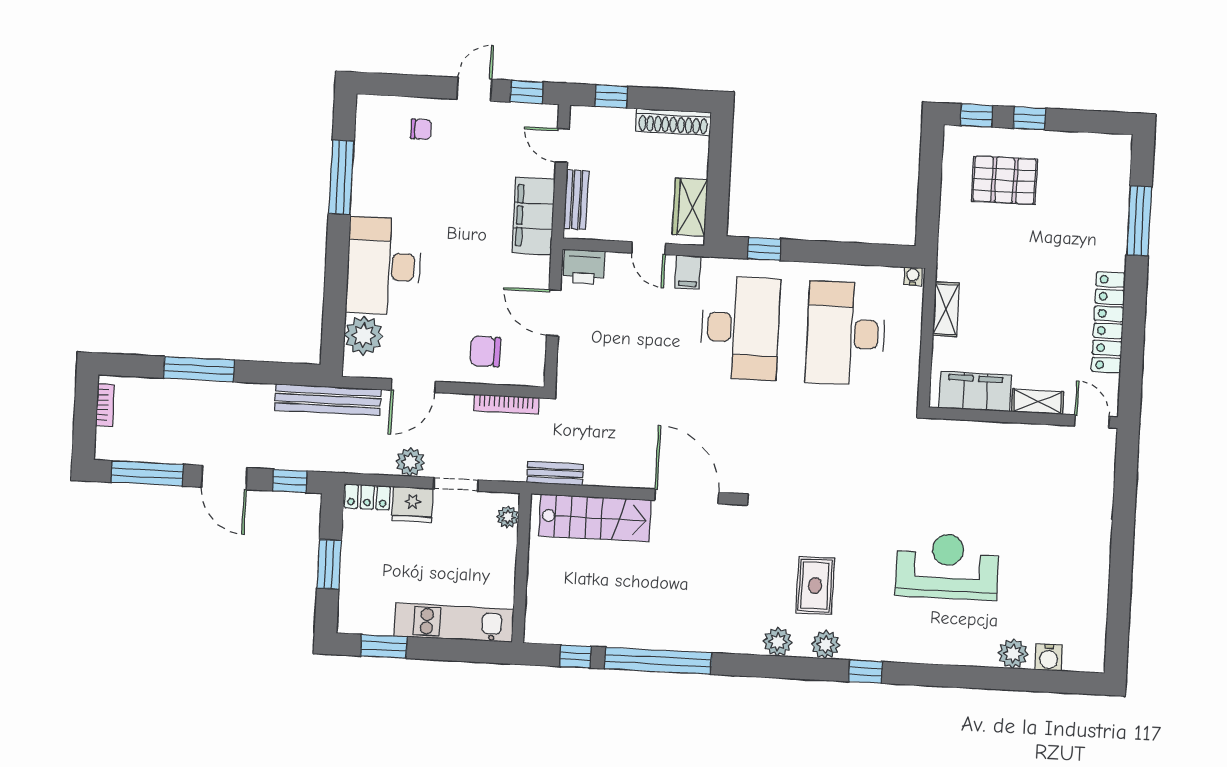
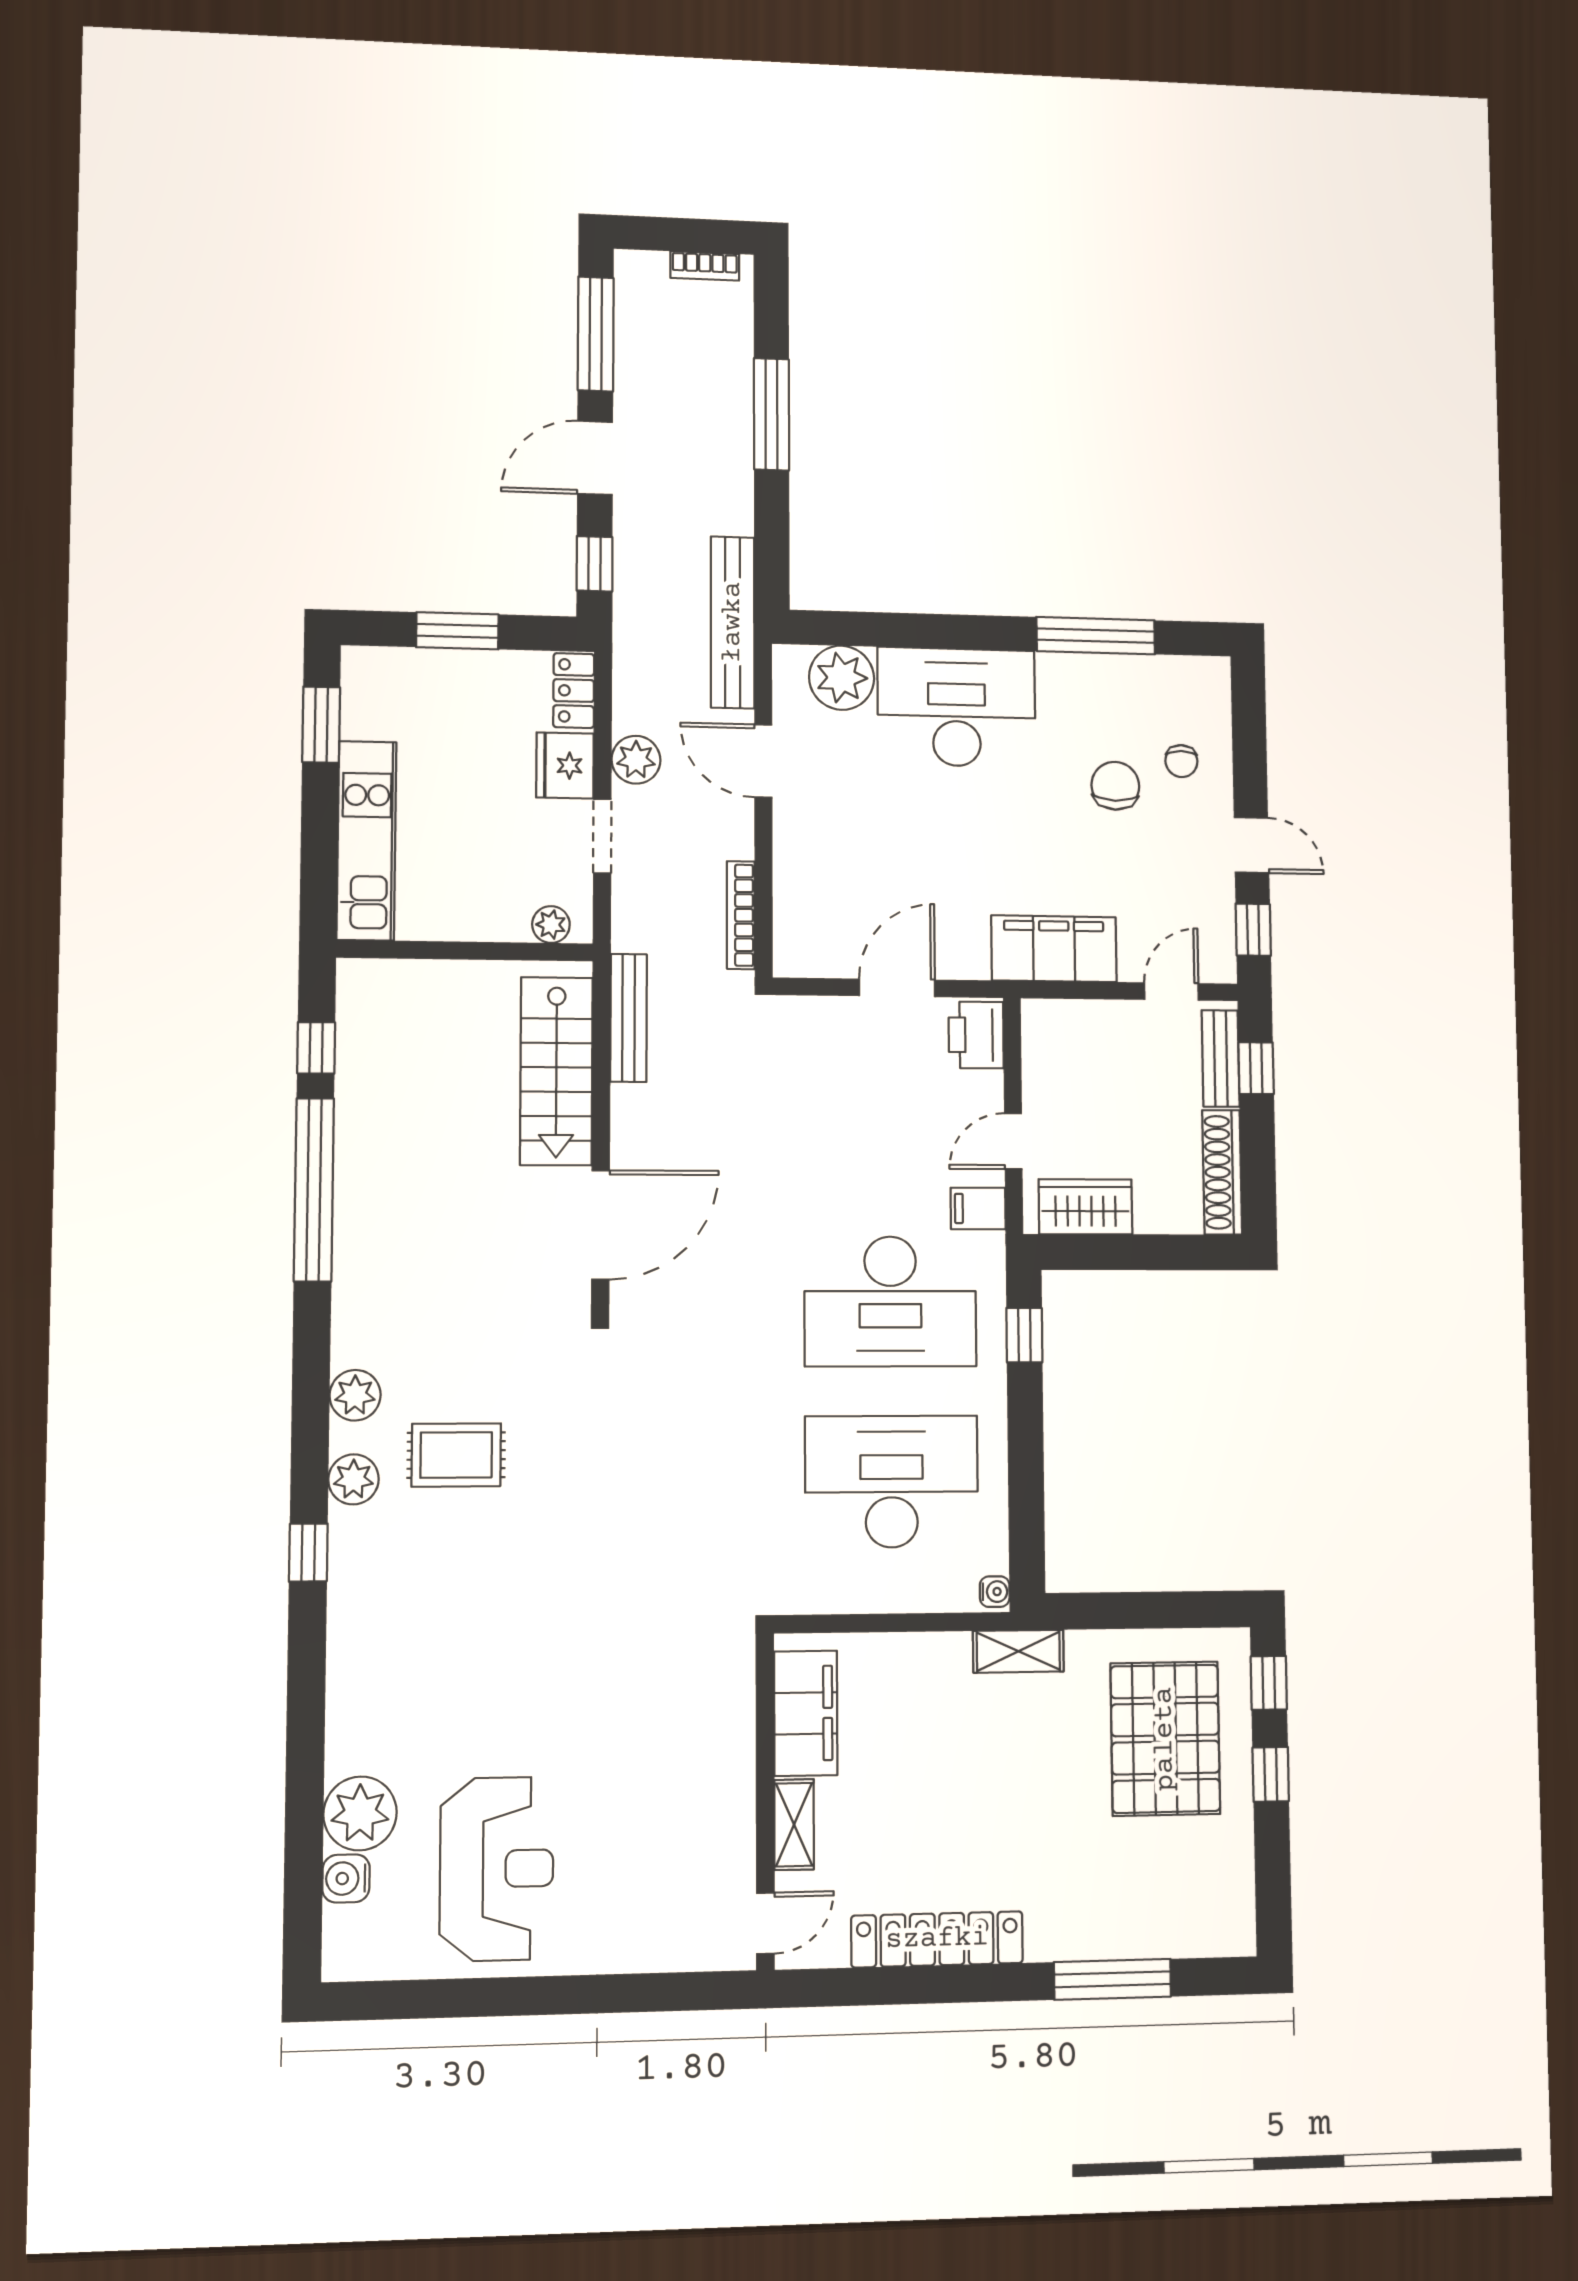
pallet: (1004, 180) -> (1165, 1739), width x1.37, depth x1.41
bench: (576, 200) -> (1221, 1058), moved, turned 90
shelving: (946, 309) -> (1018, 1651), moved
chair: (485, 351) -> (1115, 786), moved
bench: (555, 473) -> (629, 1018), width x1.36
reception desk: (947, 566) -> (497, 1869), moved
plant: (1013, 654) -> (360, 1813), width x1.36, depth x1.36

